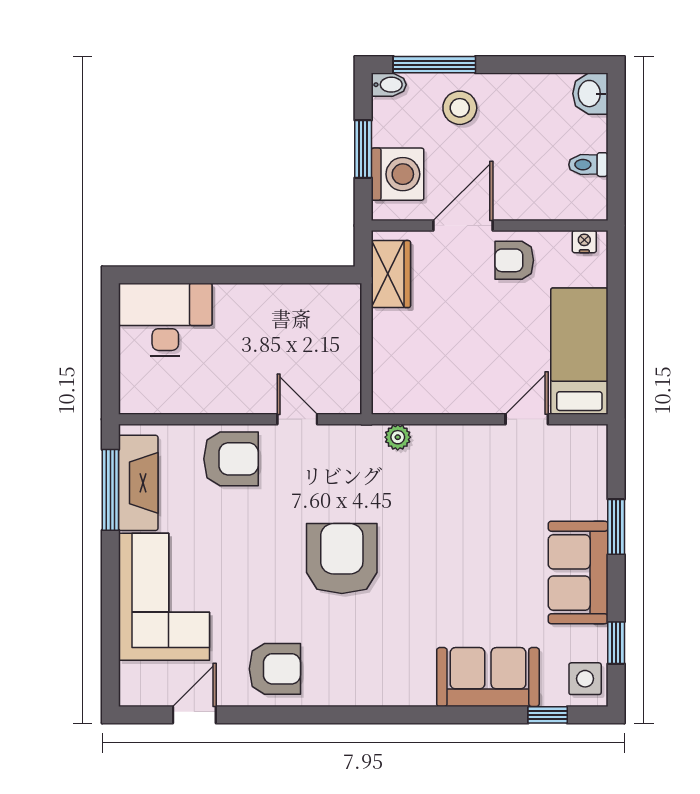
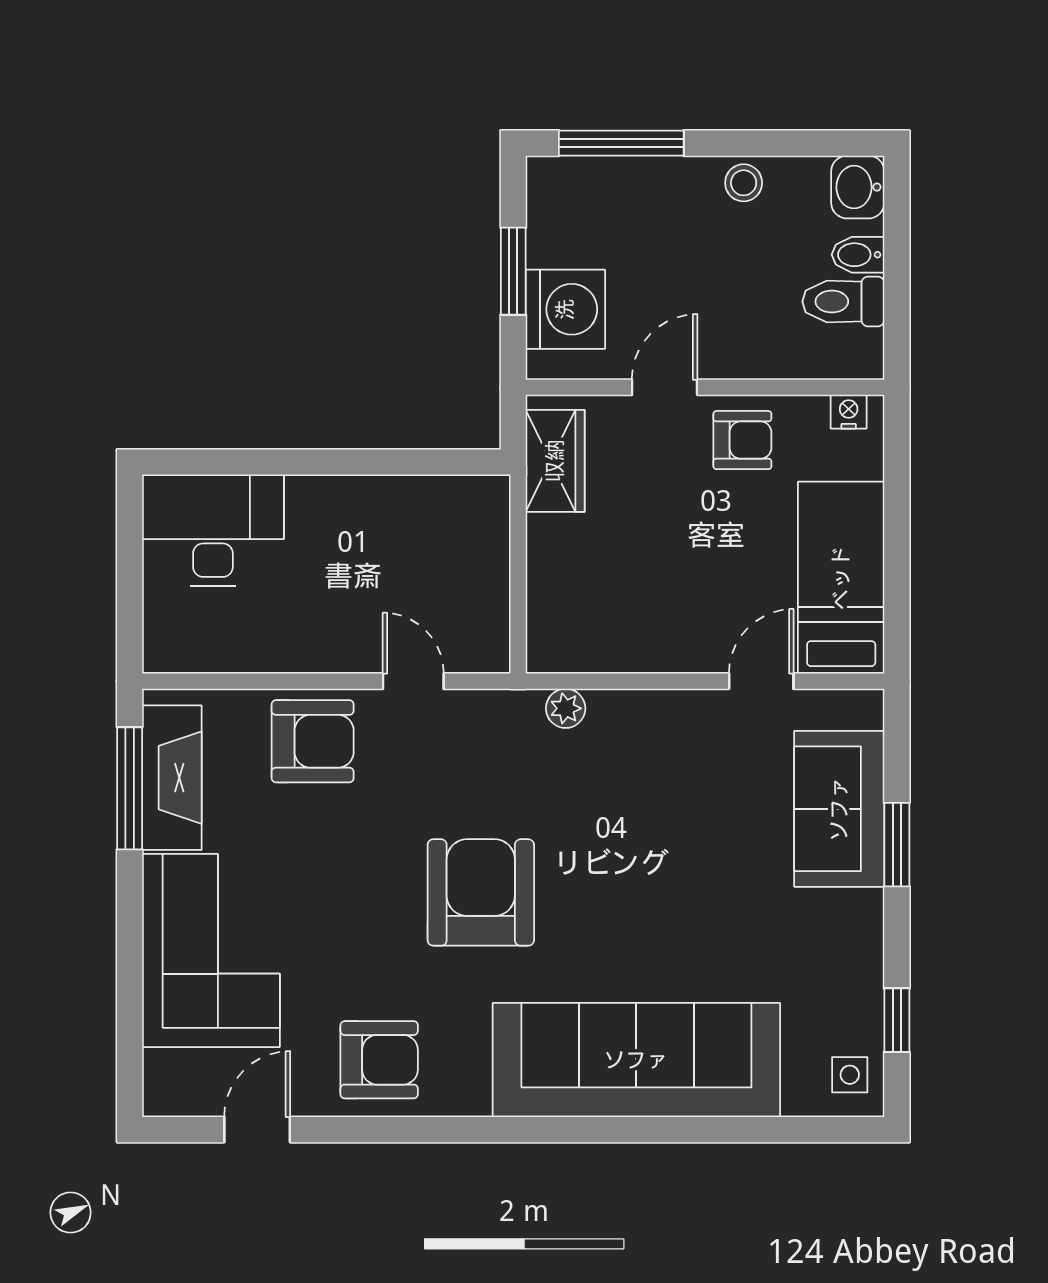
bidet: (389, 85) -> (858, 255), moved, turned 180
stool: (460, 108) -> (744, 183), moved, width x0.73, depth x0.73
toilet: (588, 165) -> (843, 302), width x1.37, depth x1.39
door: (463, 226) -> (665, 387), width x0.73
armchair: (514, 260) -> (742, 440), turned 180
sofa: (578, 572) -> (839, 809), moved
sofa: (488, 677) -> (636, 1060), width x1.85, depth x1.27
side table: (585, 679) -> (850, 1075), width x0.73, depth x0.73
window: (548, 715) -> (793, 1130), removed

